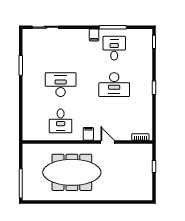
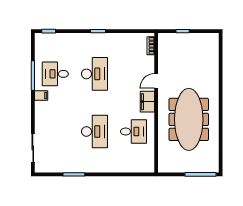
desk: (61, 85) -> (94, 131), turned 180
filing cabinet: (88, 134) -> (147, 102), width x2.00

